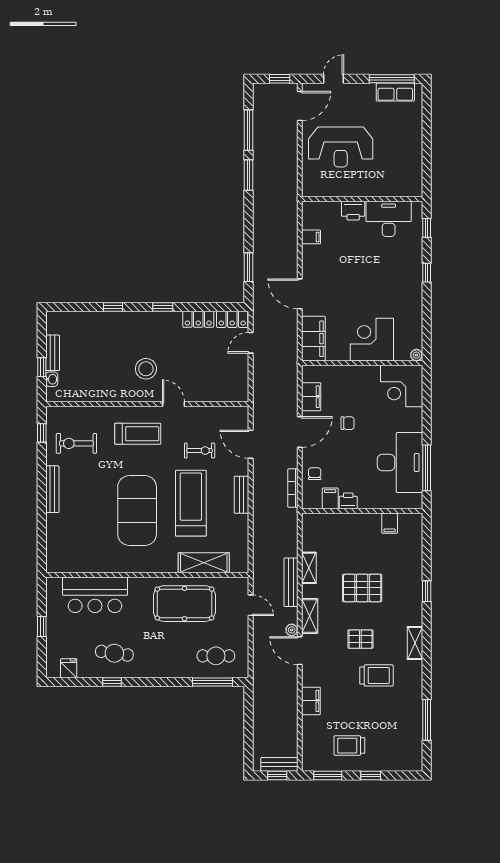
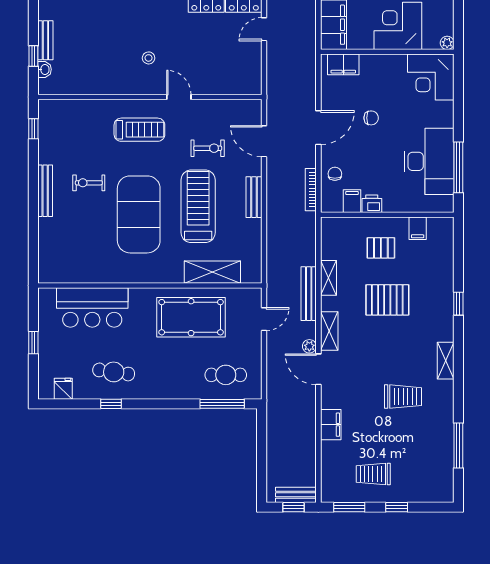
stool: (146, 369) -> (149, 58), width x0.53, depth x0.53
filing cabinet: (311, 397) -> (343, 64), moved, turned 90
exercise bike: (76, 443) -> (89, 183), moved, width x0.73, depth x0.72
door: (251, 605) -> (264, 319), hinge flipped
pallet: (360, 639) -> (381, 248), moved

